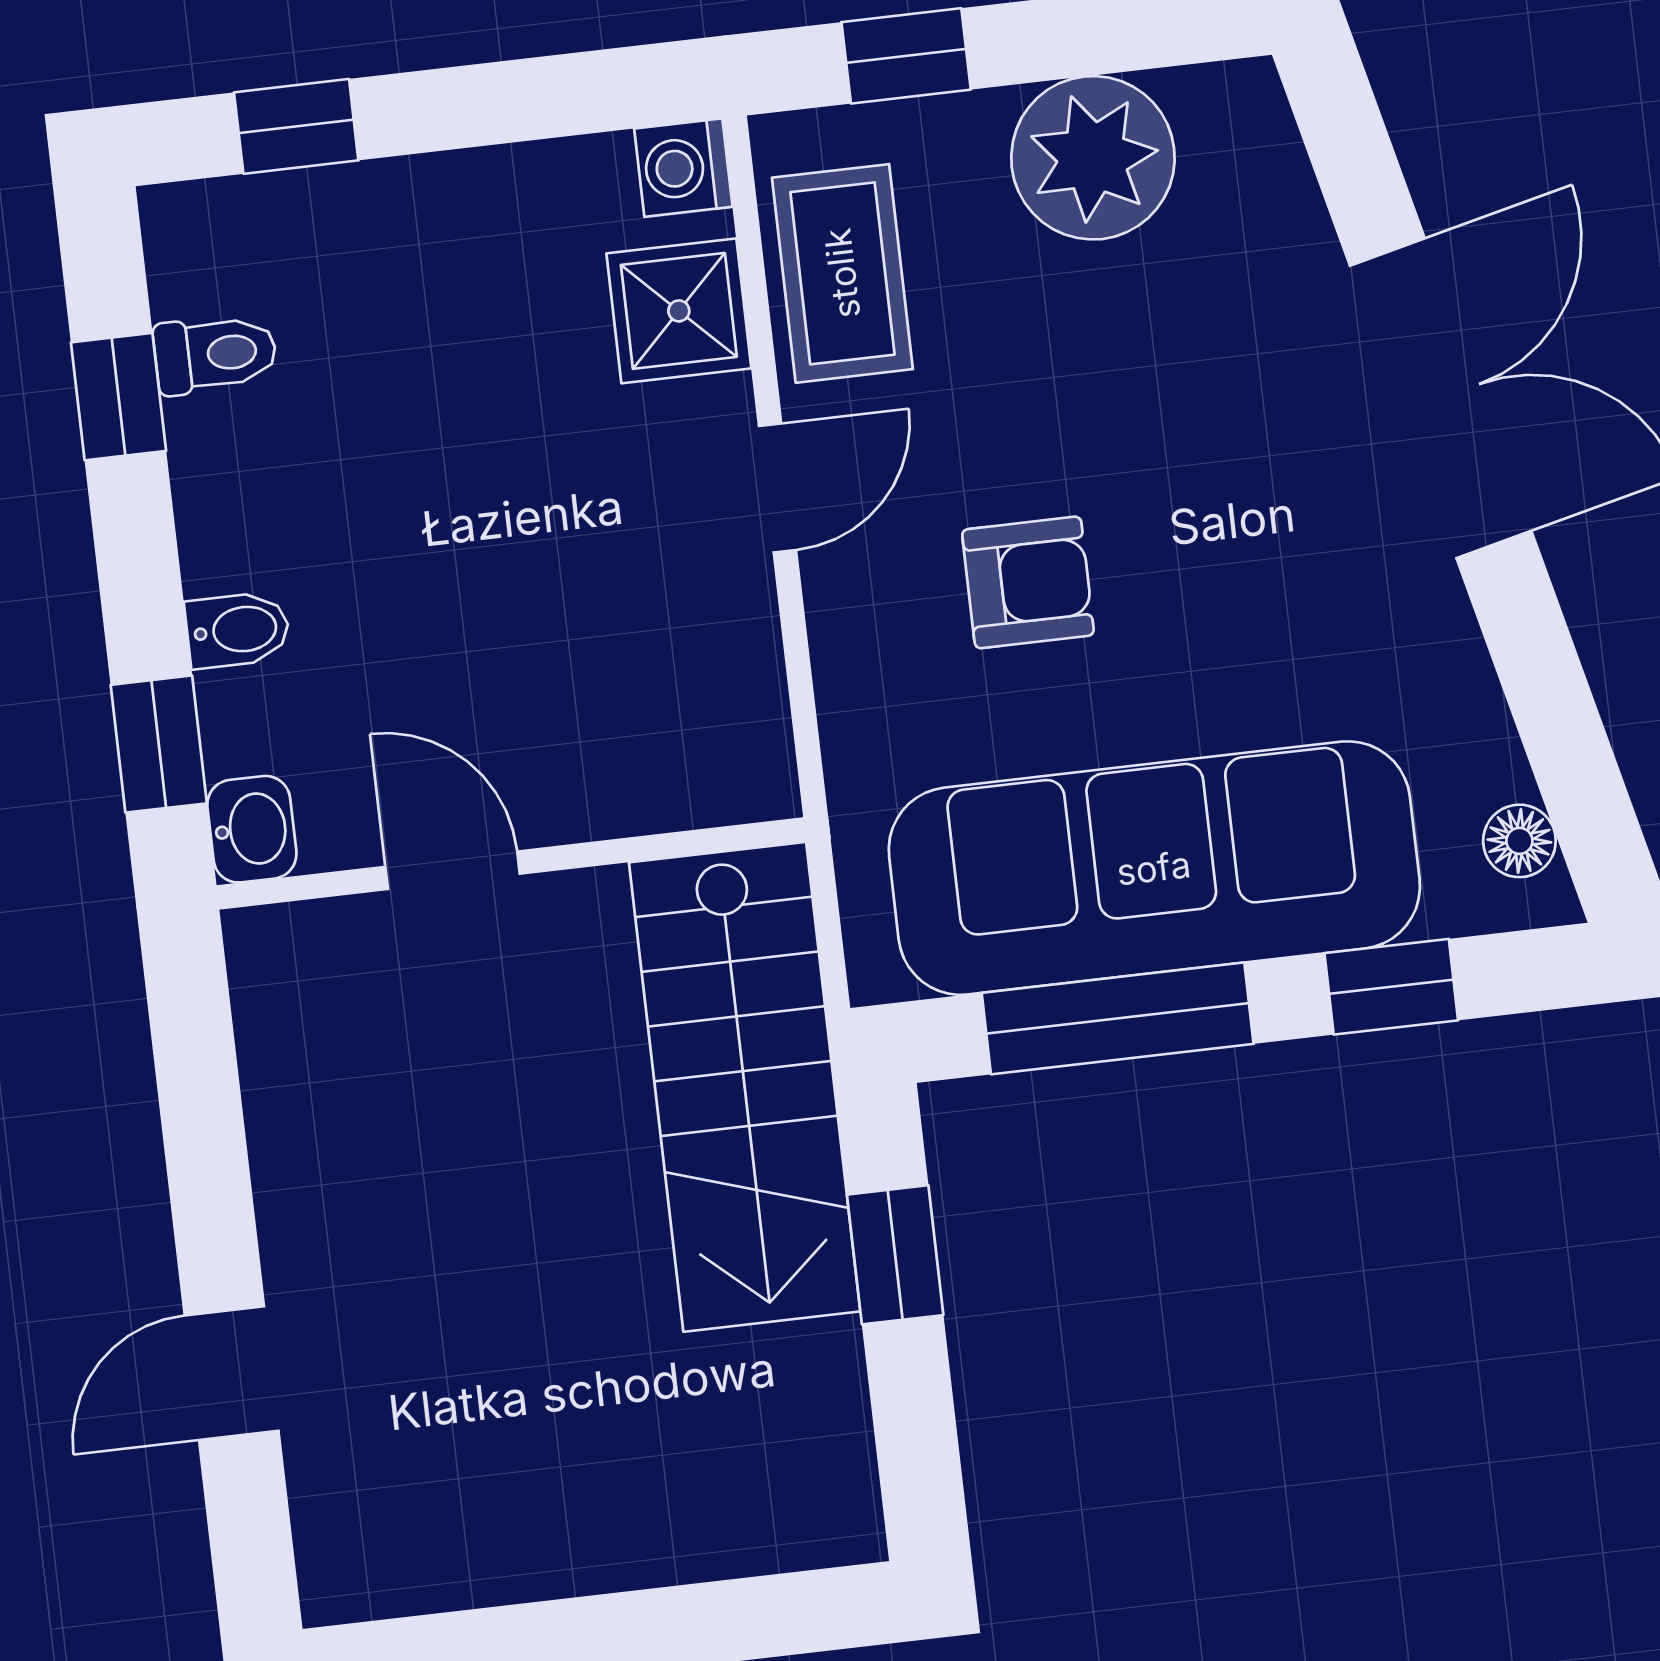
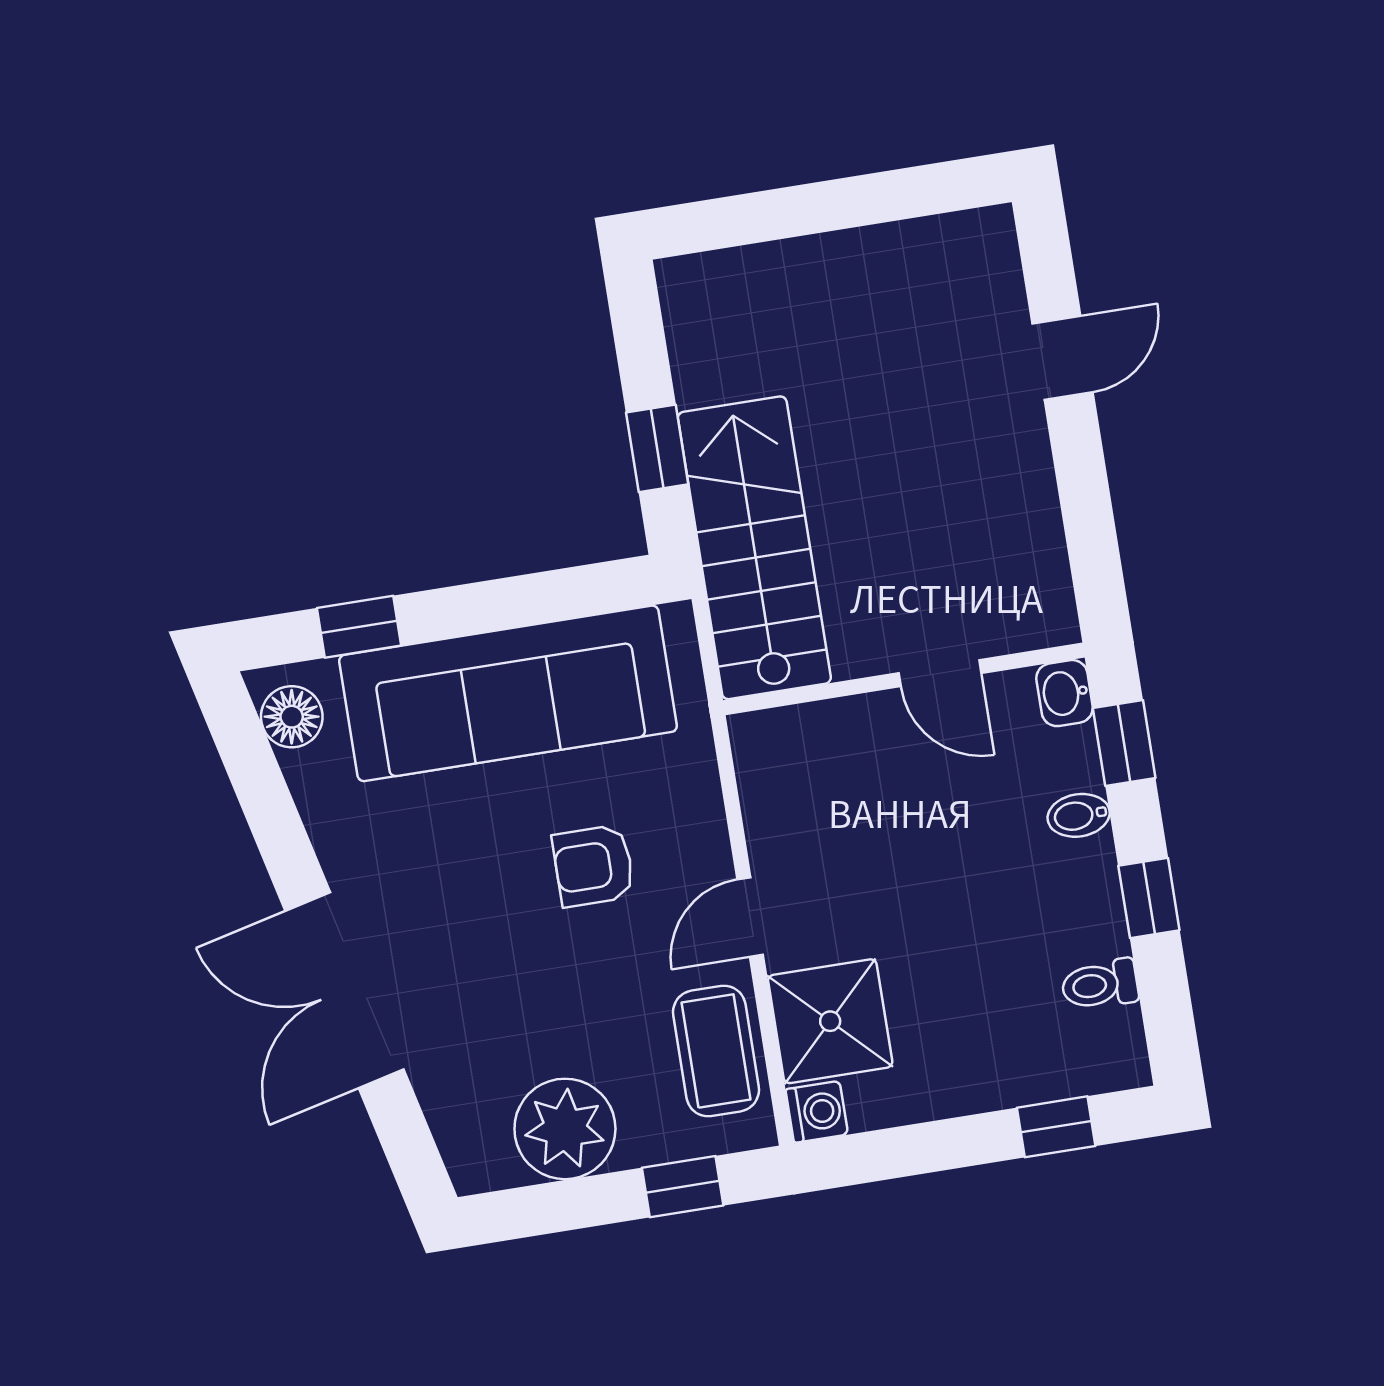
shower: (679, 311) -> (830, 1021), width x1.36, depth x1.36
window: (119, 397) -> (1149, 898), moved
floor lamp: (1519, 841) -> (292, 717), width x1.37, depth x1.37
window: (1118, 1018) -> (527, 600), removed

